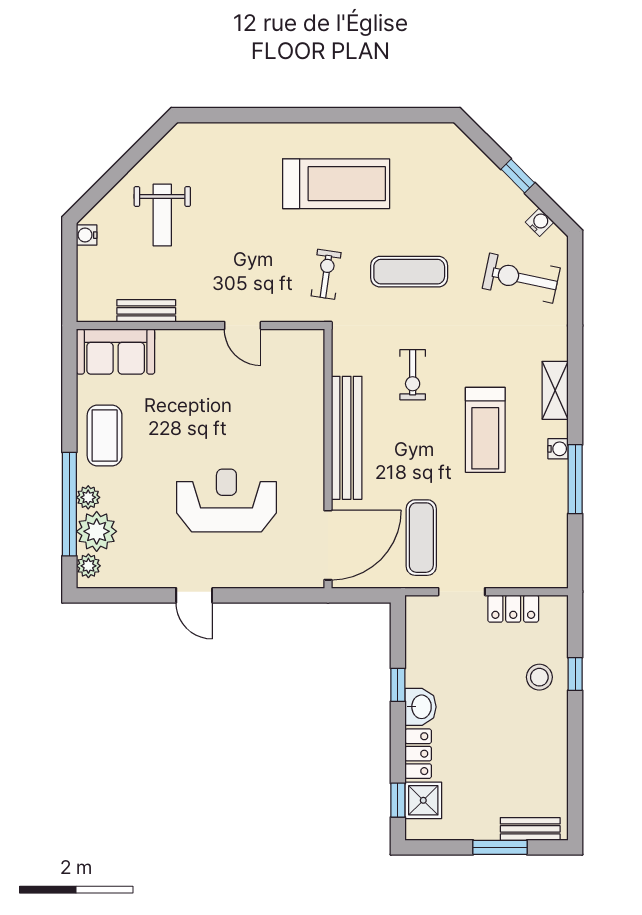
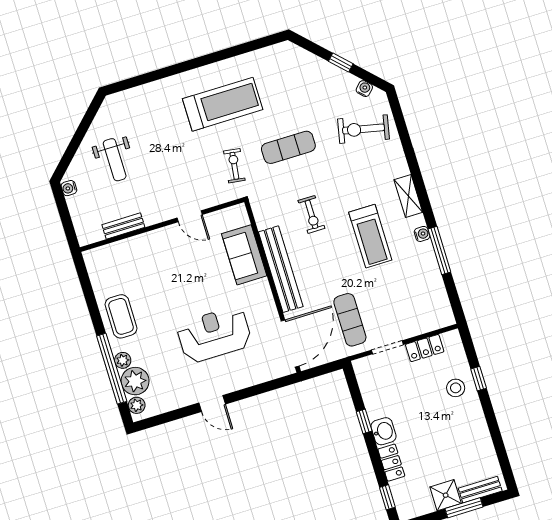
sofa: (116, 351) -> (244, 255), moved, turned 90
shower: (423, 800) -> (446, 495), moved

